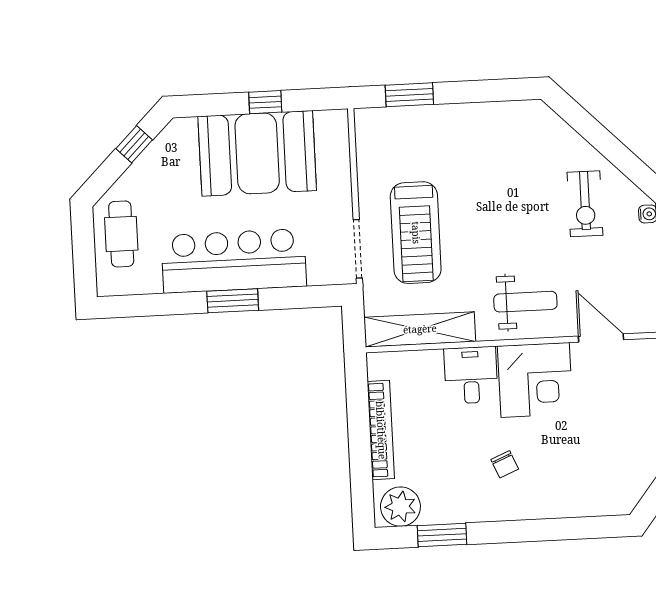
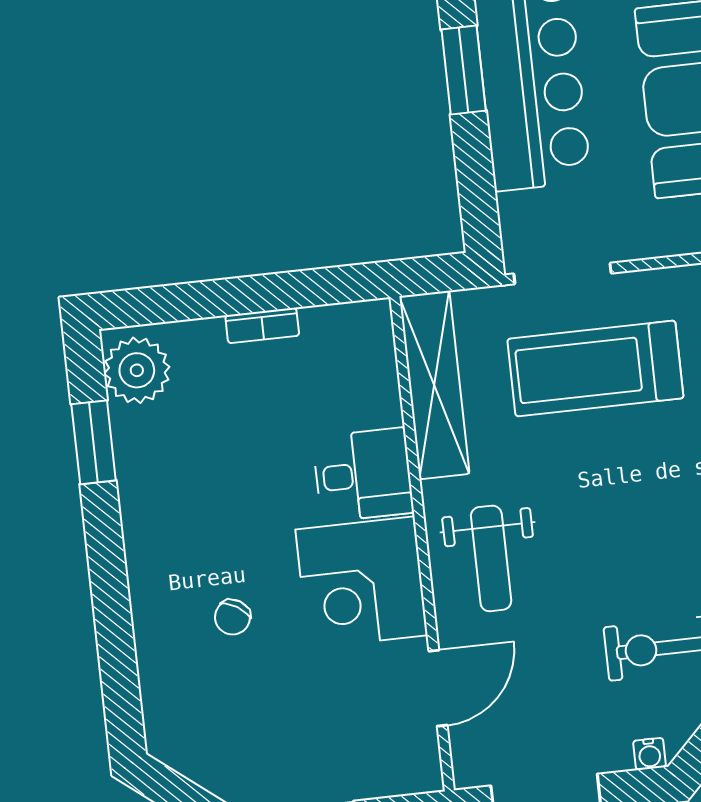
bookcase: (381, 430) -> (262, 325), width x0.43, depth x0.76
chair: (505, 464) -> (232, 617), moved, turned -35

